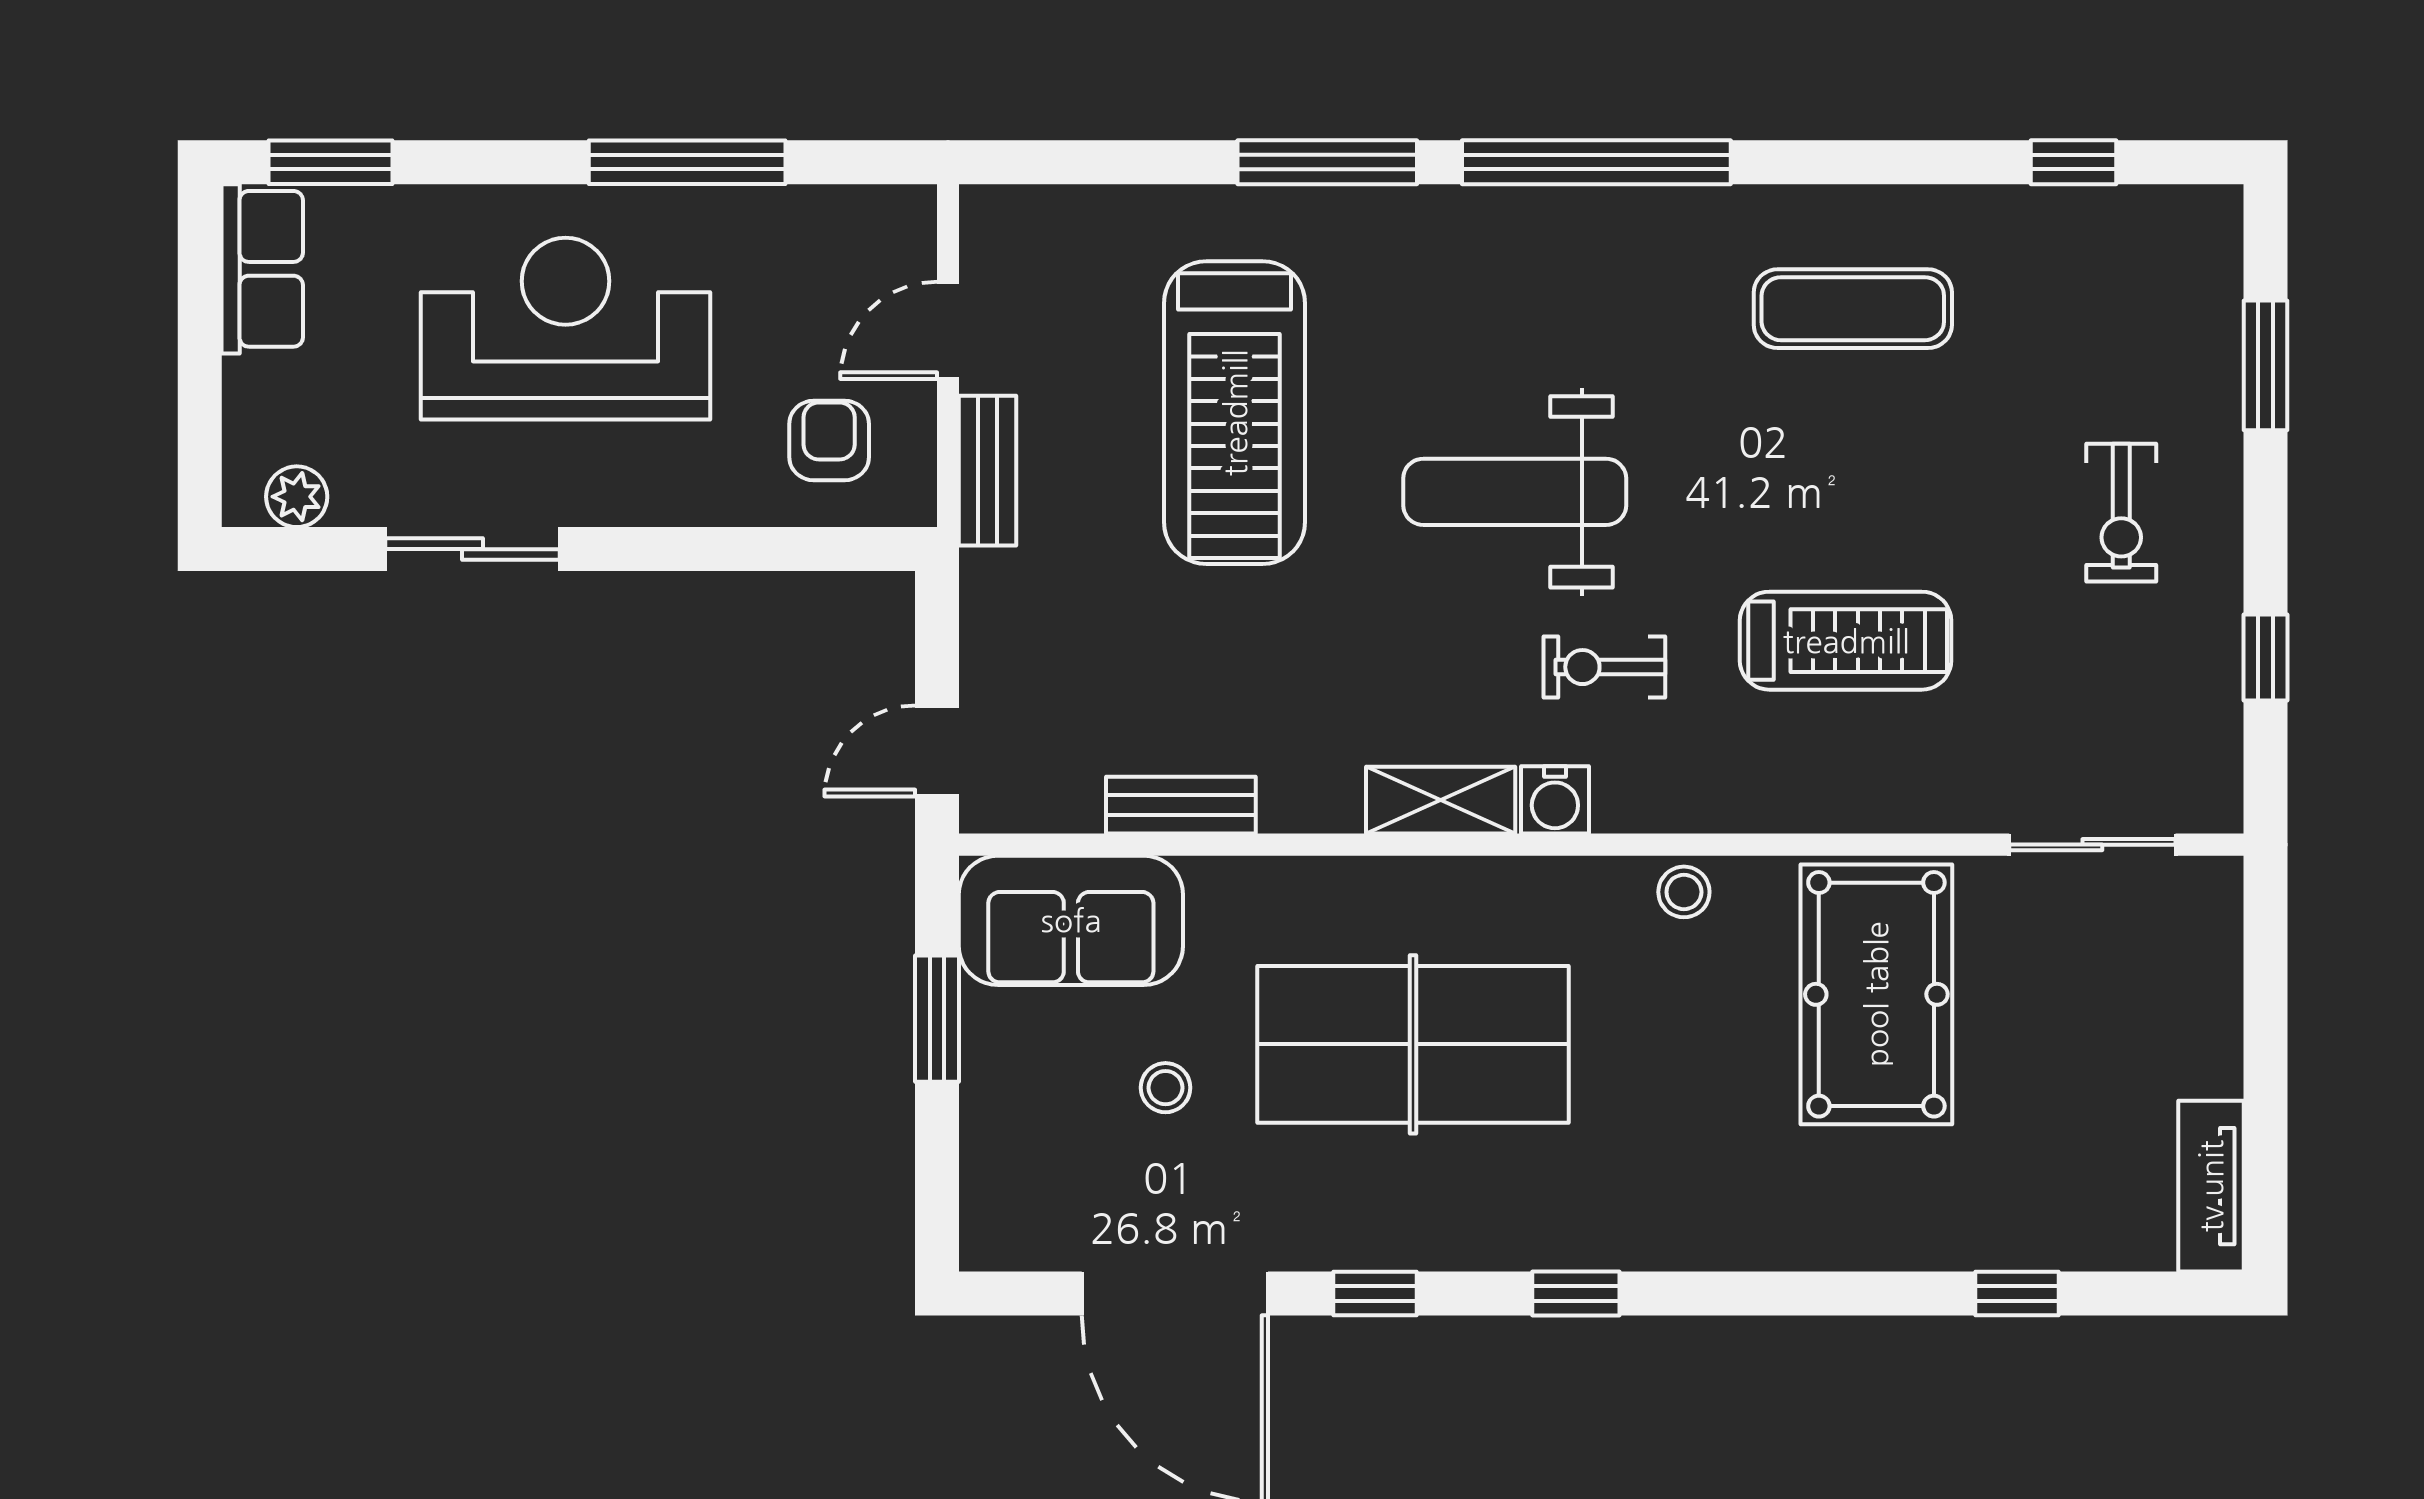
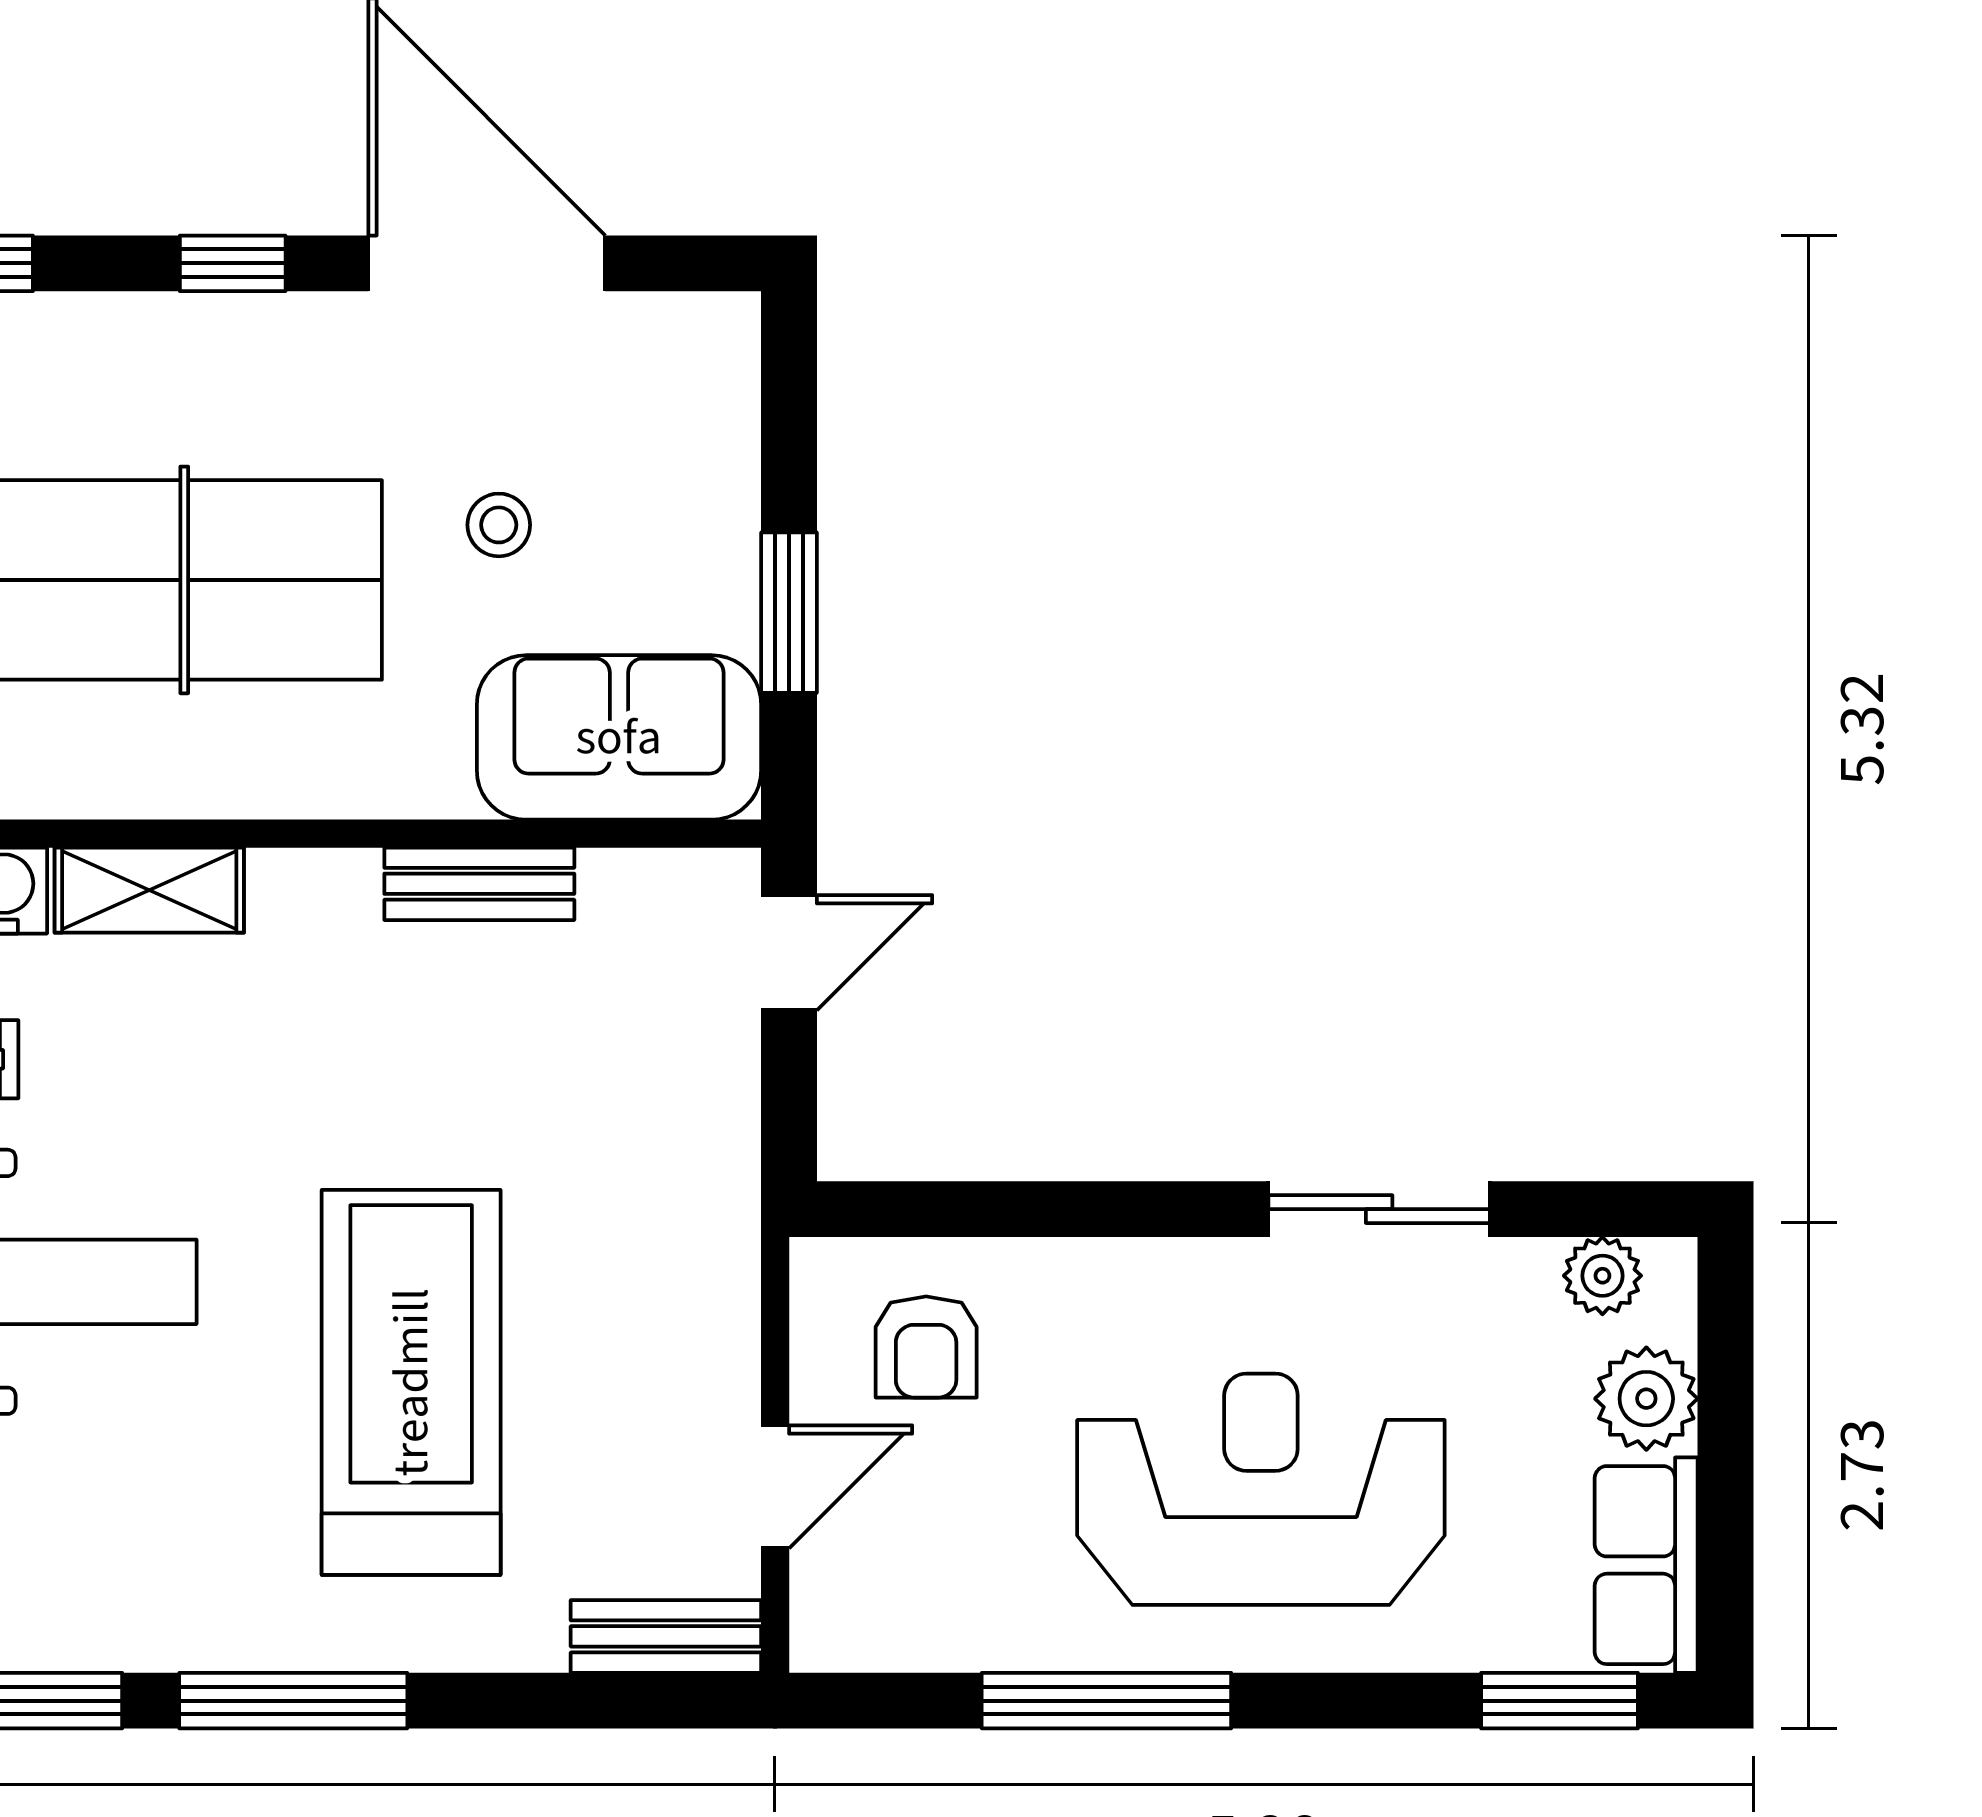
reception desk: (566, 329) -> (1261, 1489), turned 180
plant: (262, 400) -> (1646, 1399), added
bench: (988, 471) -> (666, 1636), moved, turned 90

